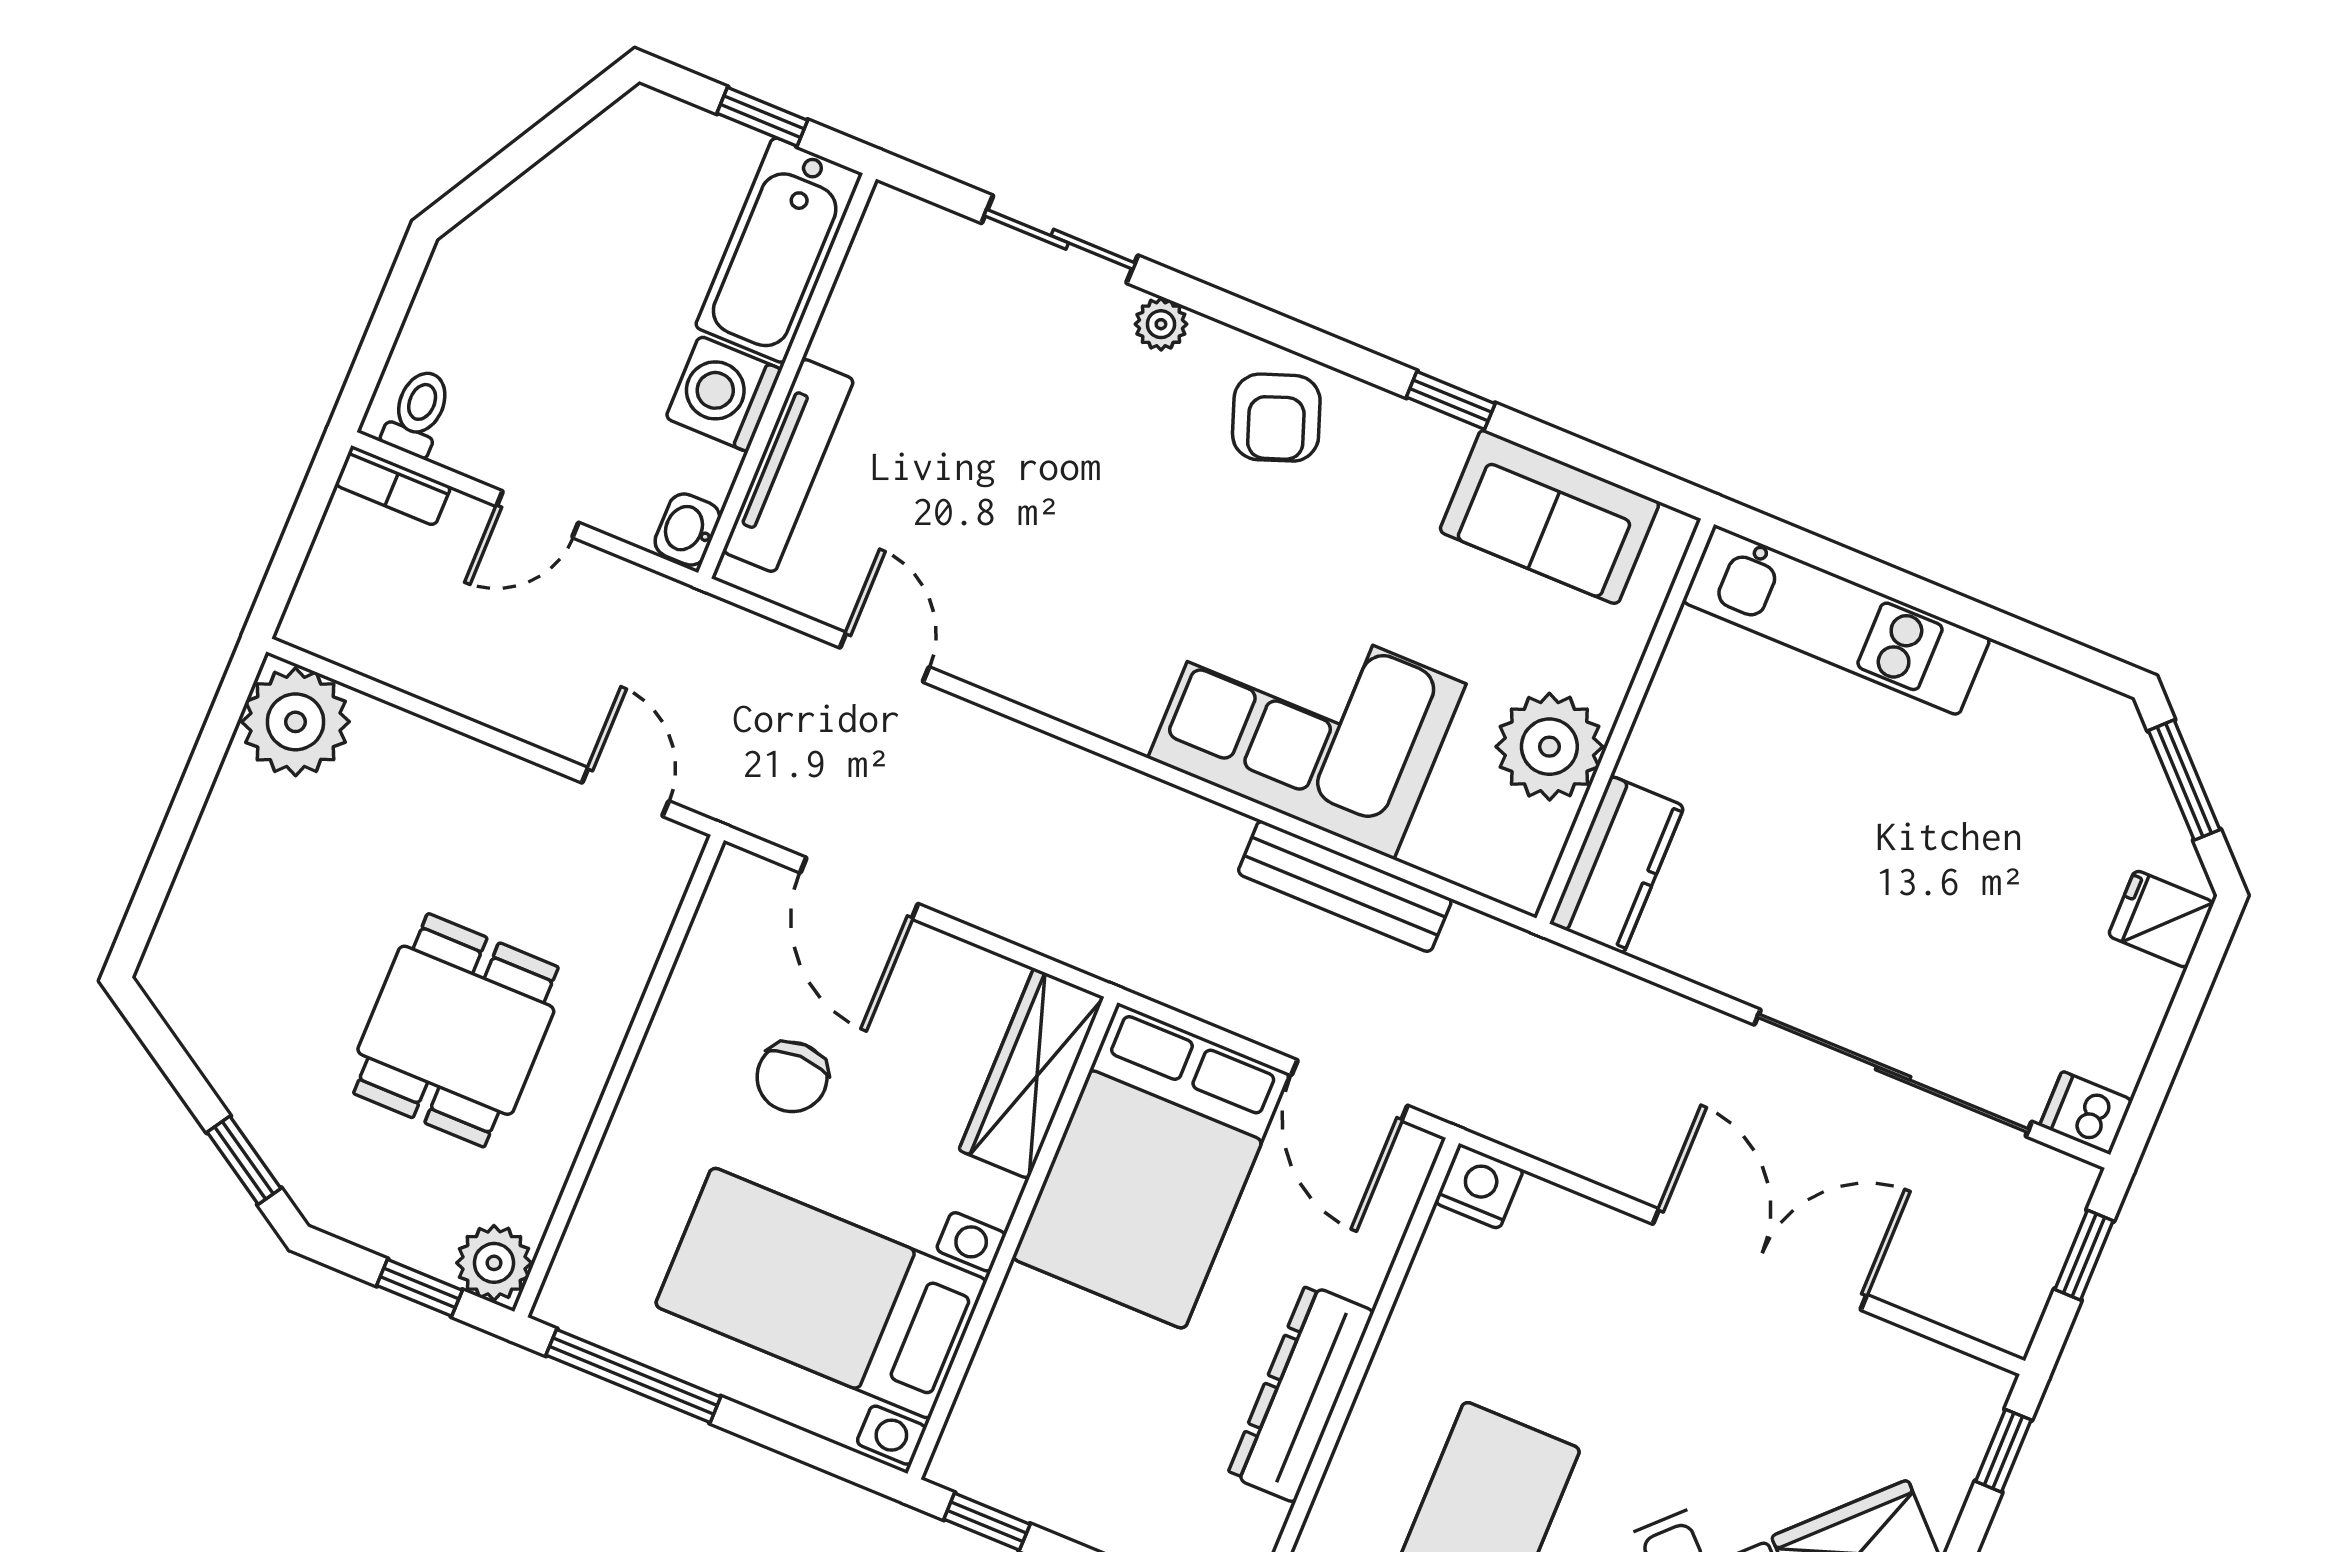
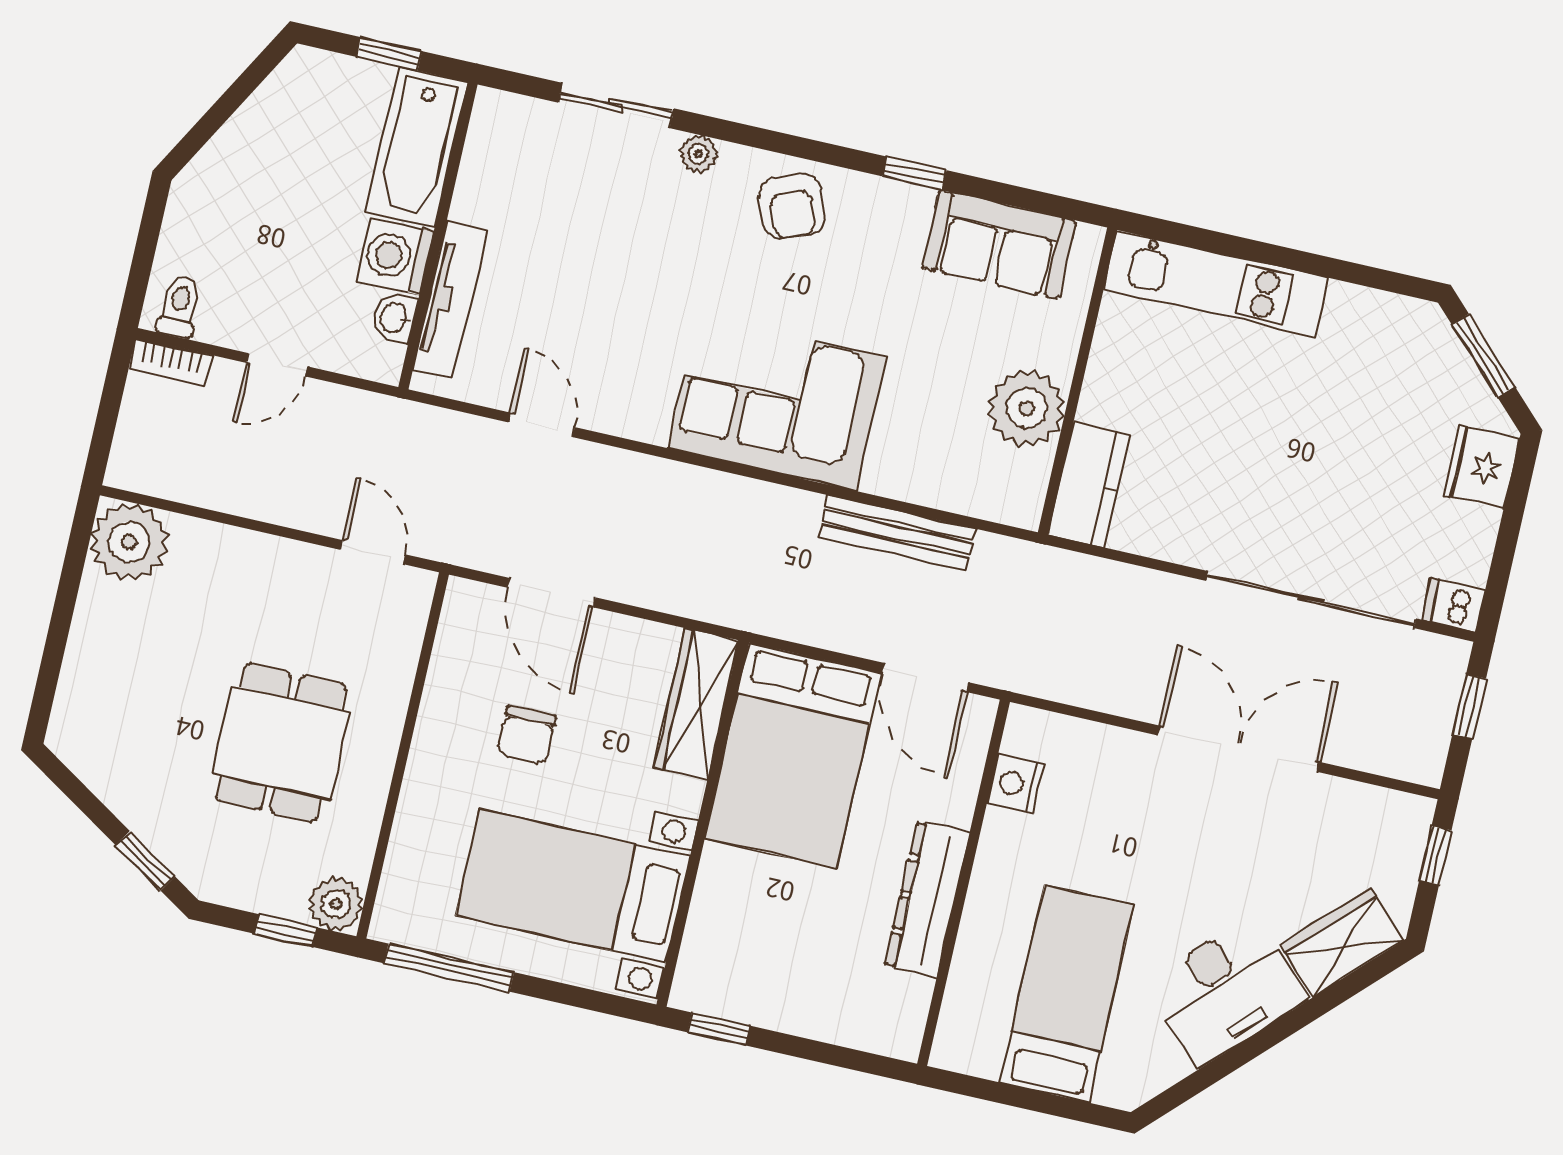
washbasin: (687, 530) -> (395, 318), moved
corner sofa: (1307, 721) -> (777, 403), moved
fridge: (2161, 919) -> (1481, 467), width x1.38
nightstand: (1479, 1186) -> (1015, 784), moved, turned -90

